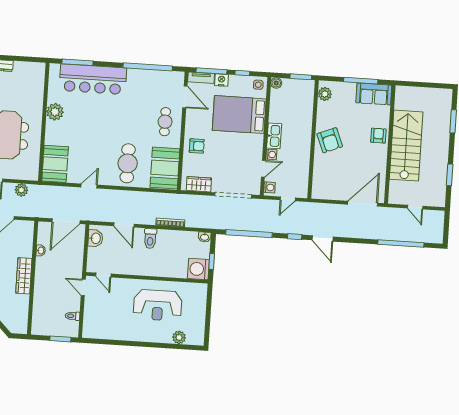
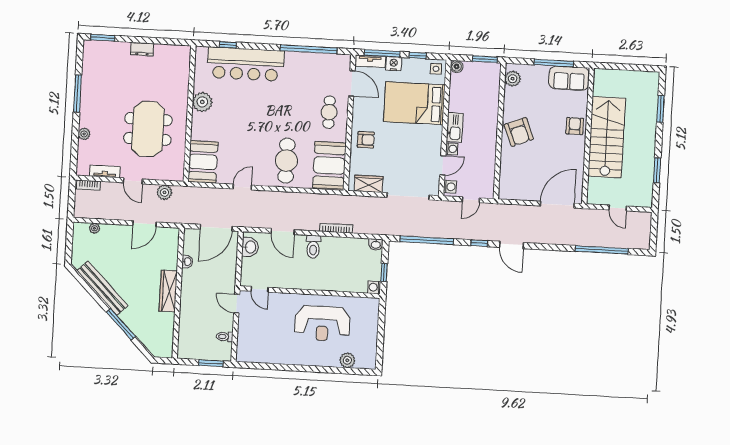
window: (78, 62) -> (228, 45), width x0.46
washing machine: (198, 269) -> (374, 287), width x0.53, depth x0.53

